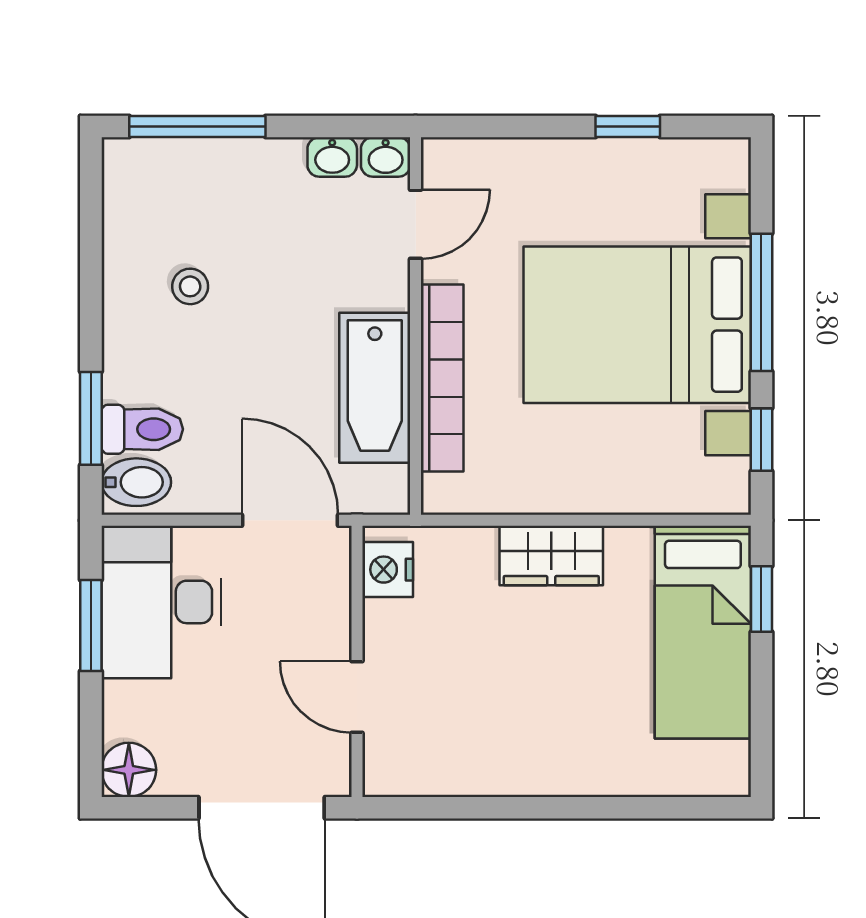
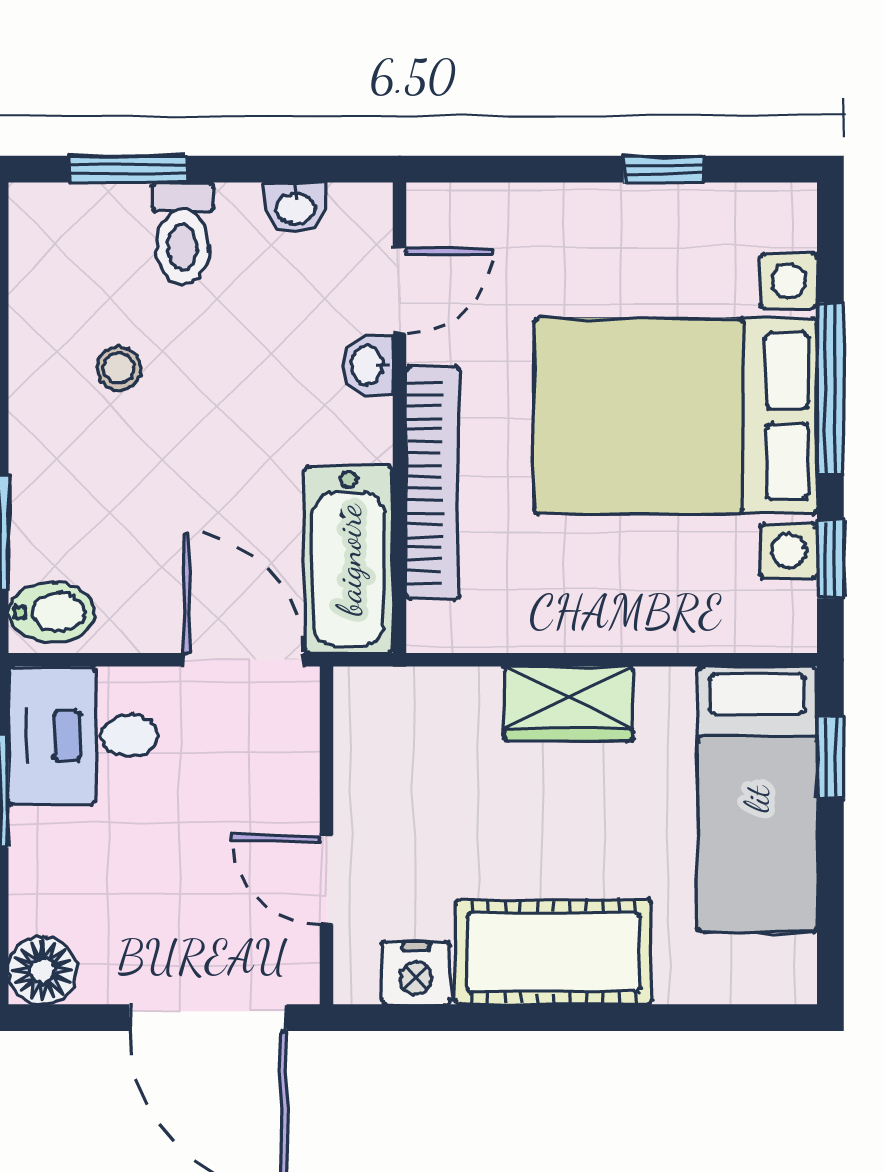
window: (197, 126) -> (128, 169), width x0.69
washbasin: (386, 157) -> (368, 365), moved, turned 90
bathtub: (375, 388) -> (349, 560), moved
toilet: (142, 429) -> (183, 233), moved, turned 90
nightstand: (388, 570) -> (416, 973), moved, turned -90
desk: (161, 602) -> (83, 736), width x0.73
cot: (539, 755) -> (554, 952), added

